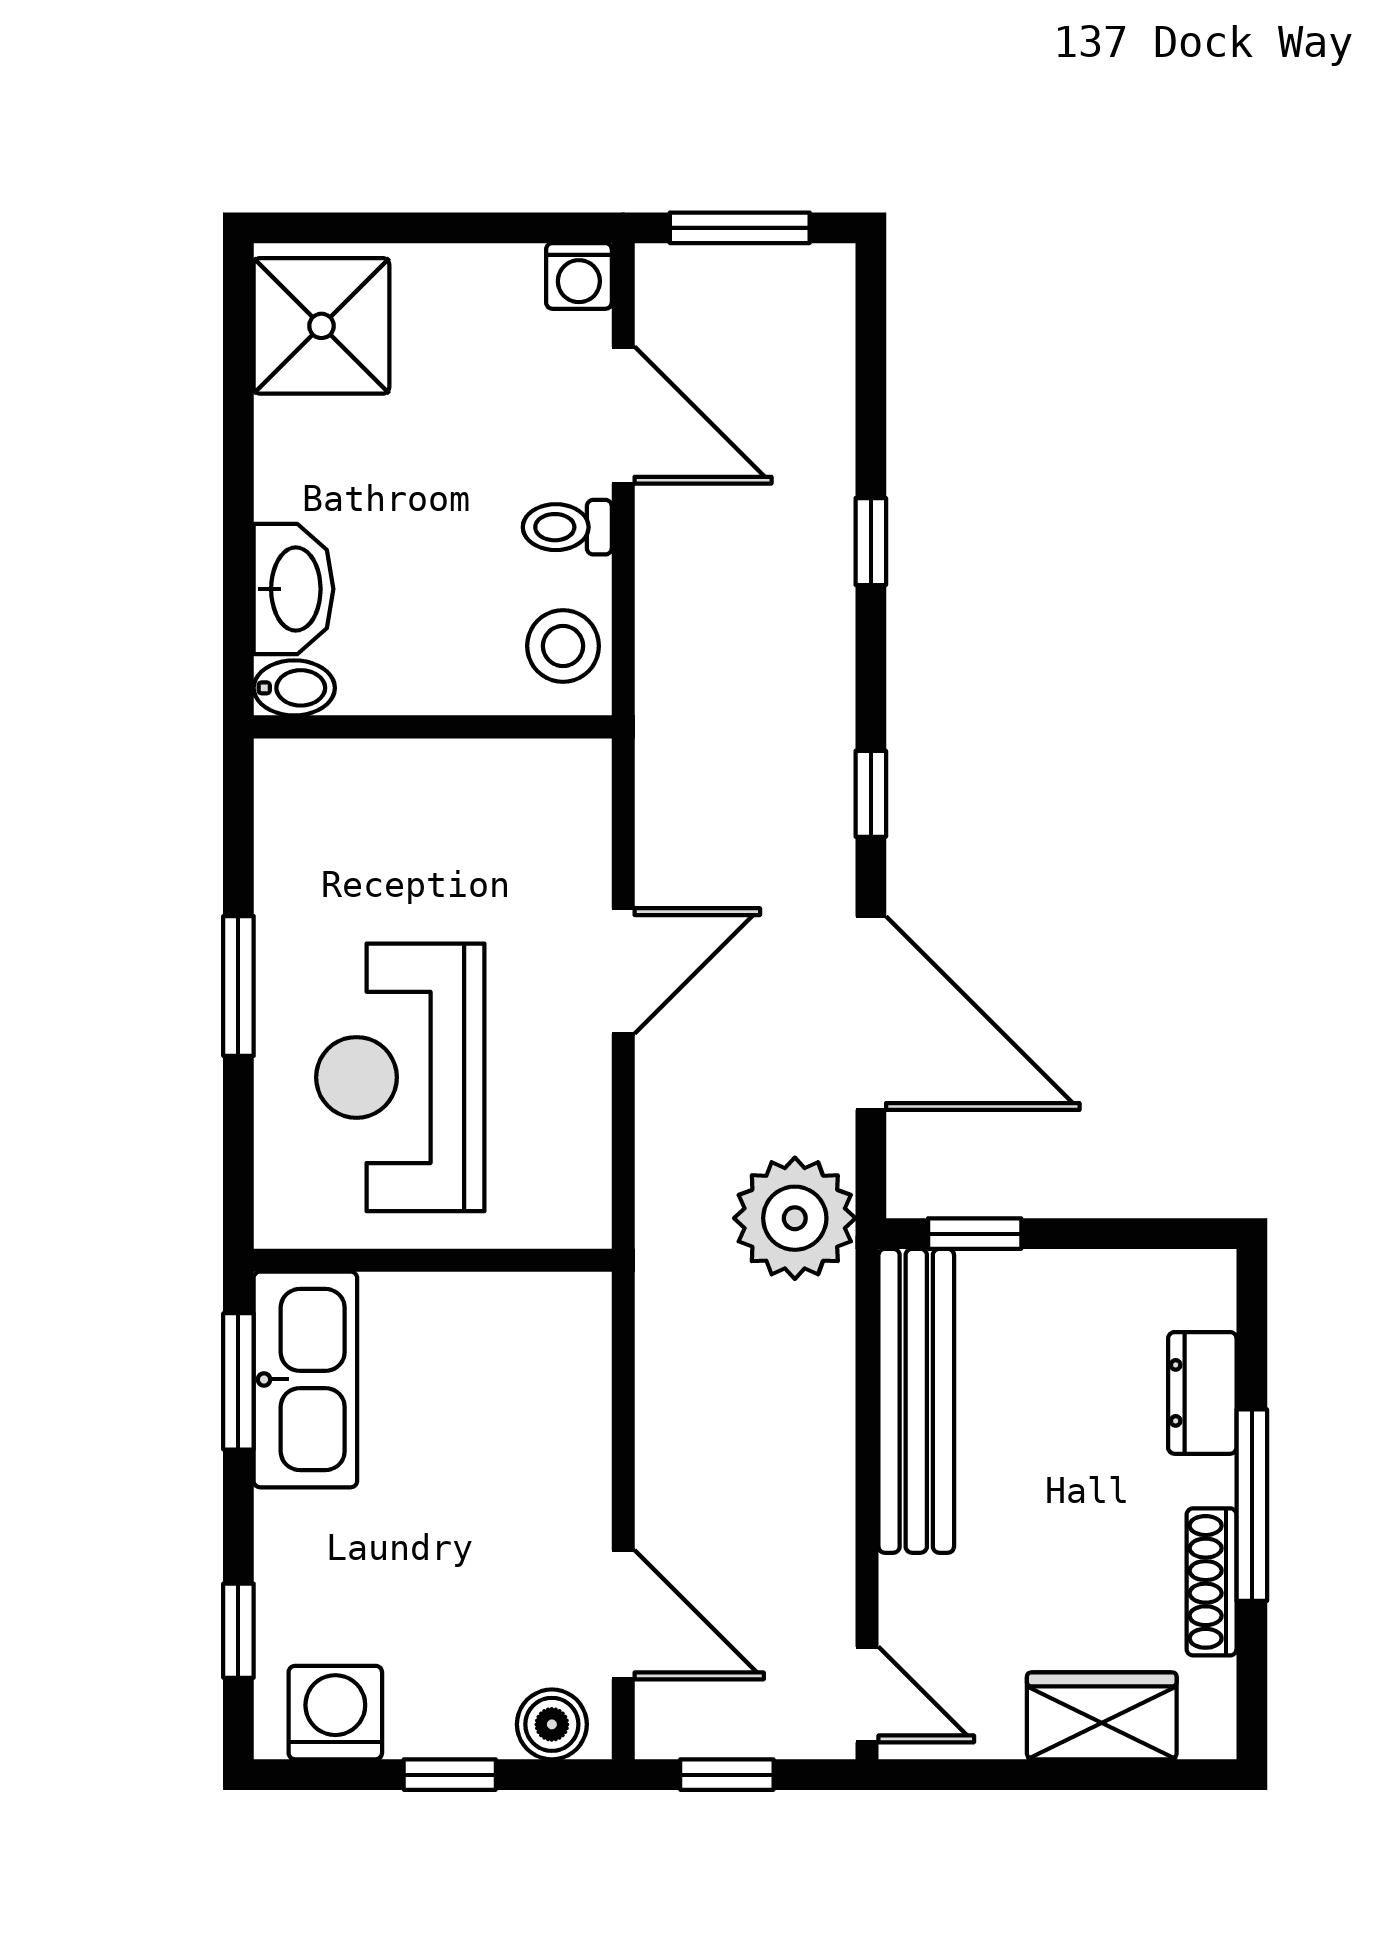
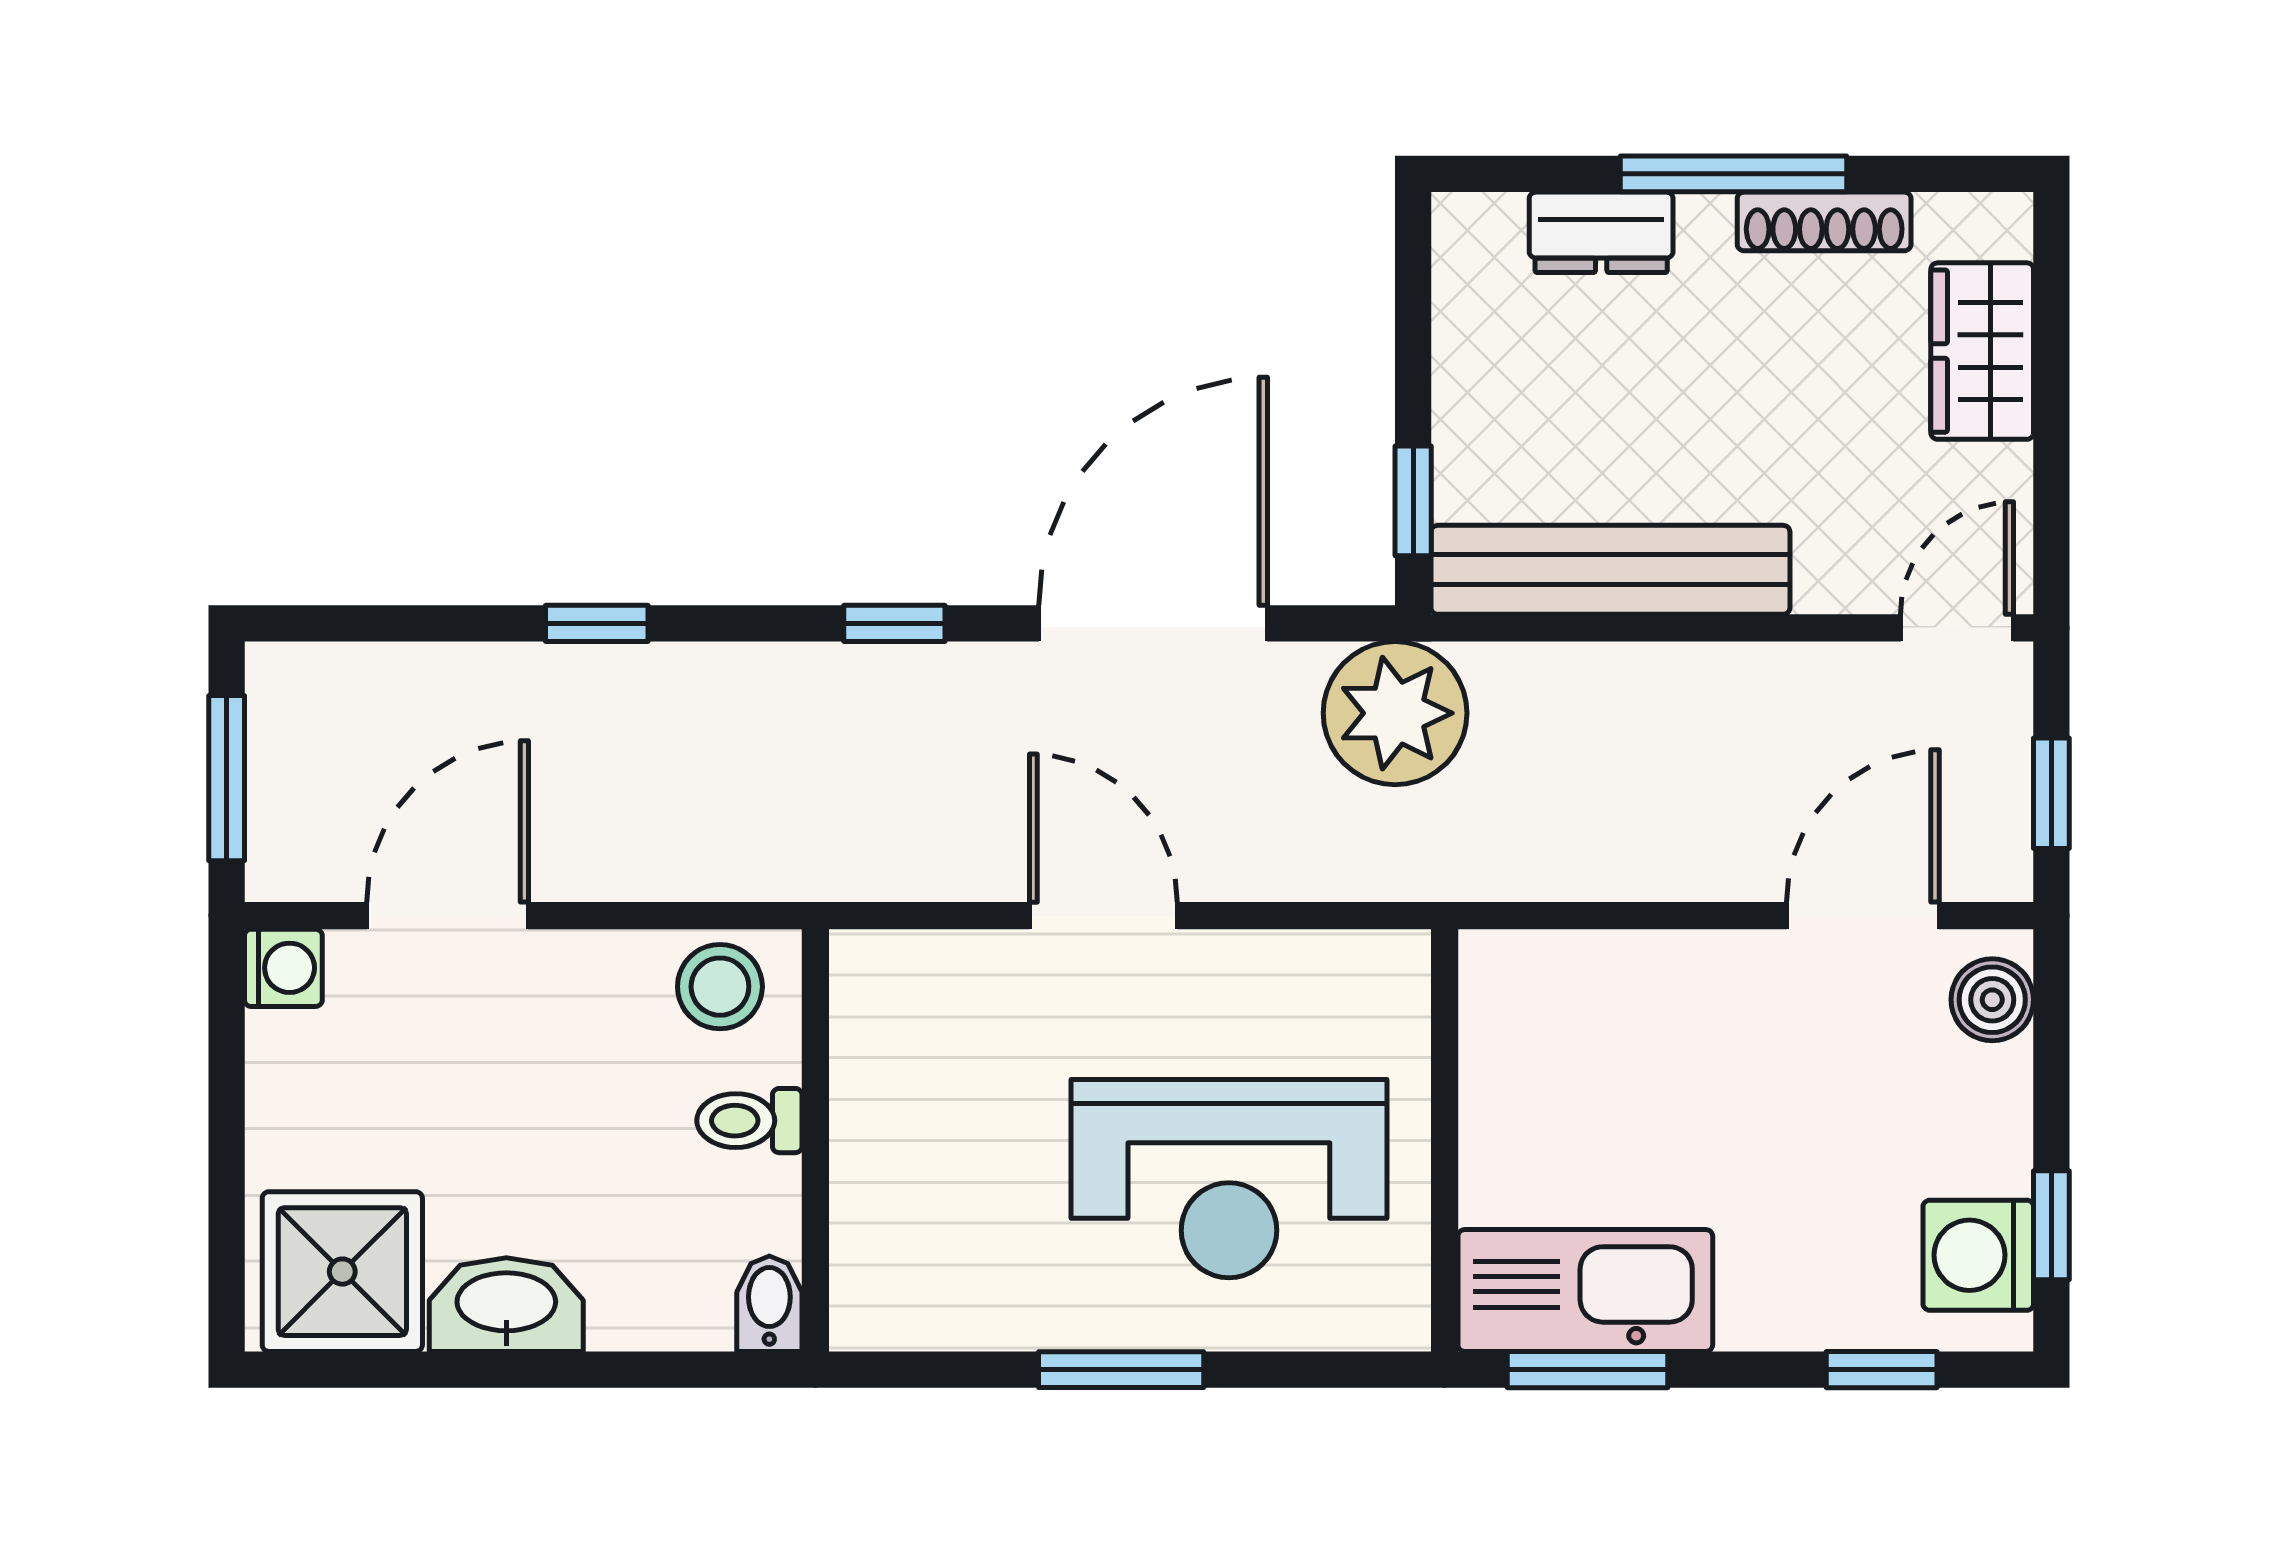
toilet: (567, 527) -> (749, 1121), moved, turned 90
washbasin: (293, 589) -> (506, 1305), moved
window: (450, 1775) -> (2051, 1225), moved

